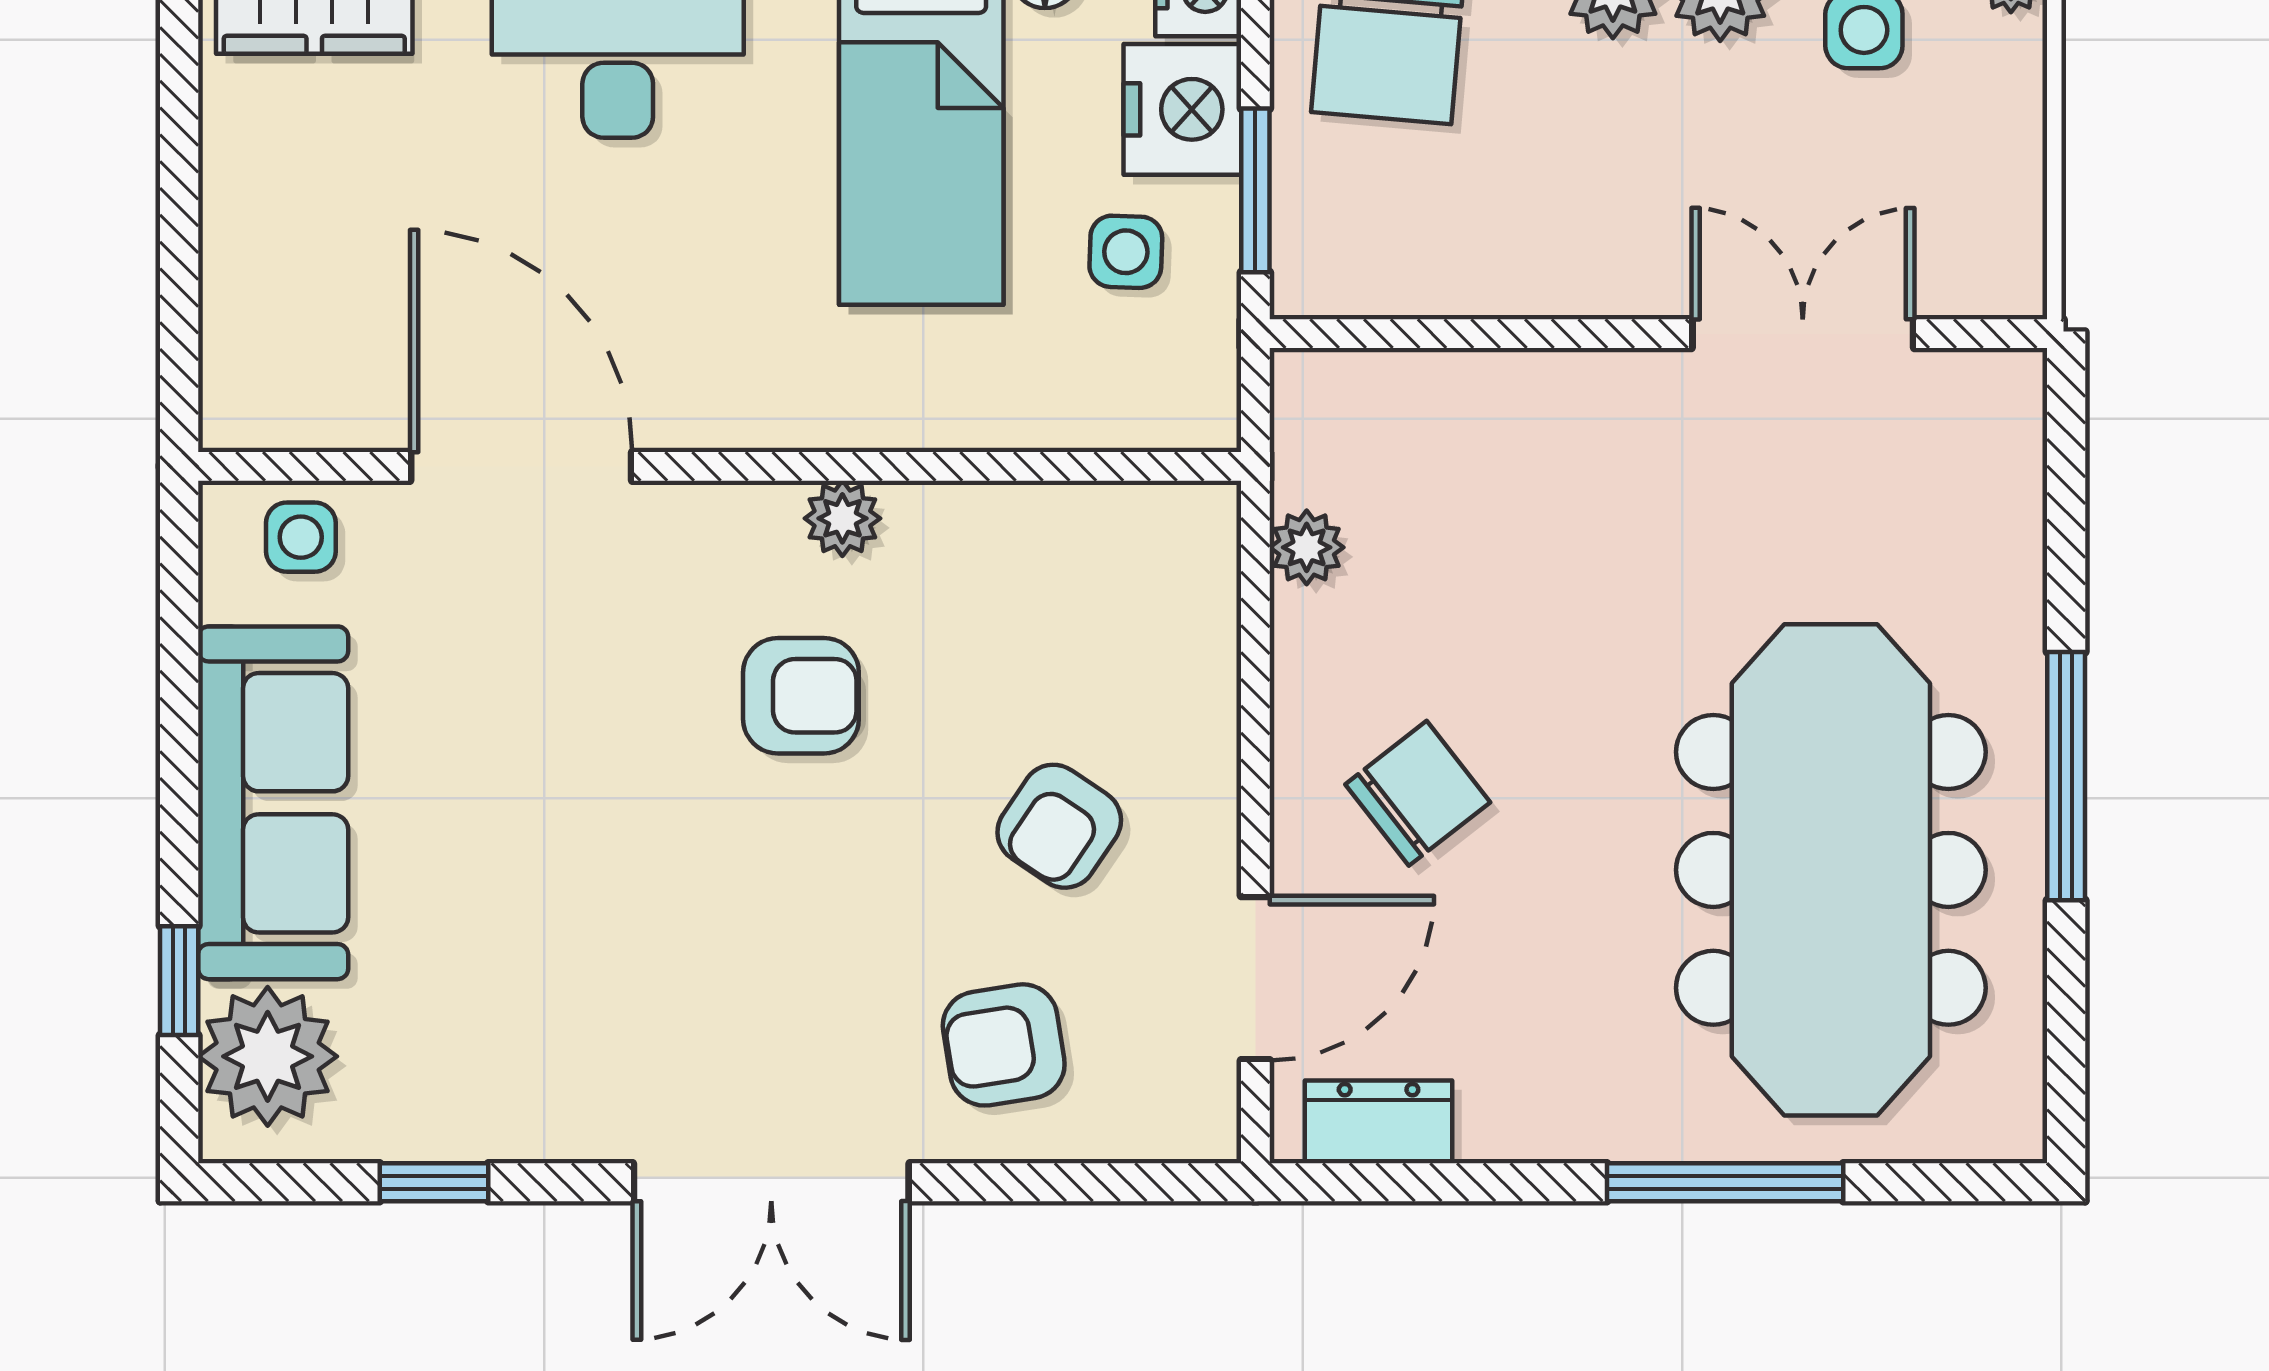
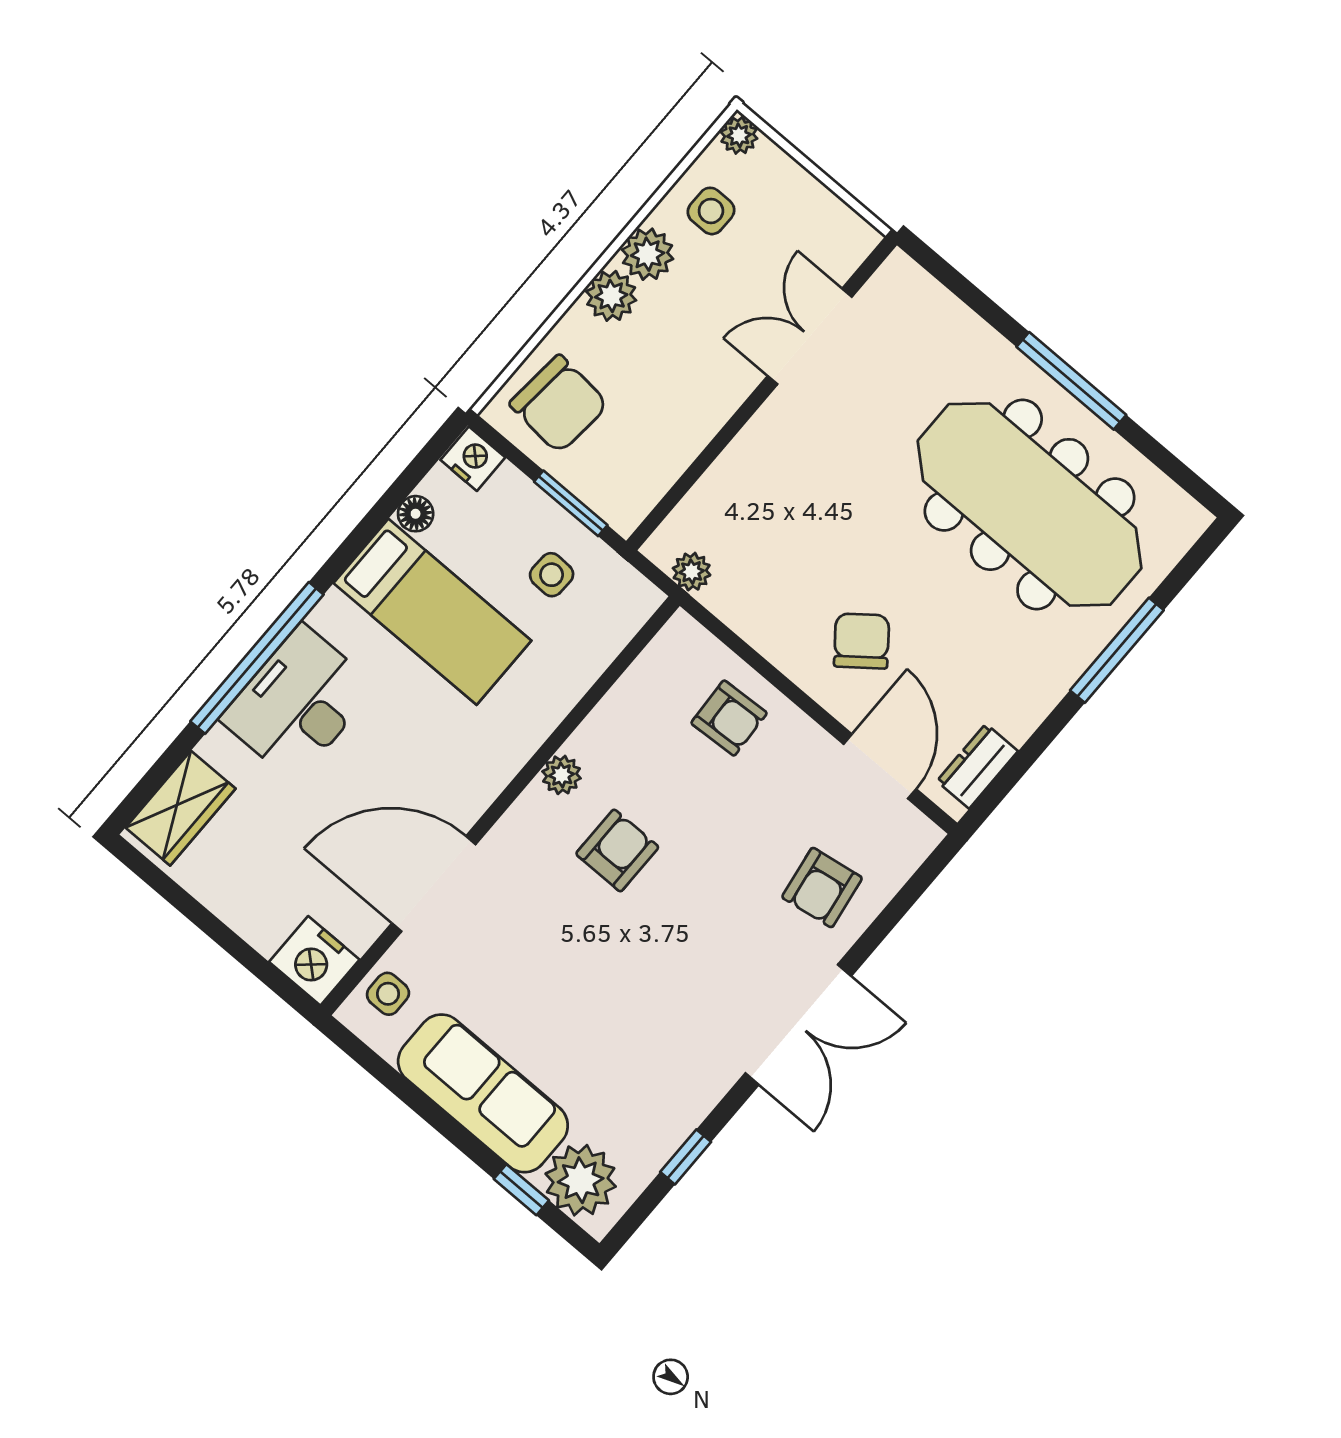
nightstand: (1182, 109) -> (314, 961), moved, turned 180
plant: (1307, 547) -> (692, 572), moved
armchair: (1059, 826) -> (729, 718), moved, turned -37

